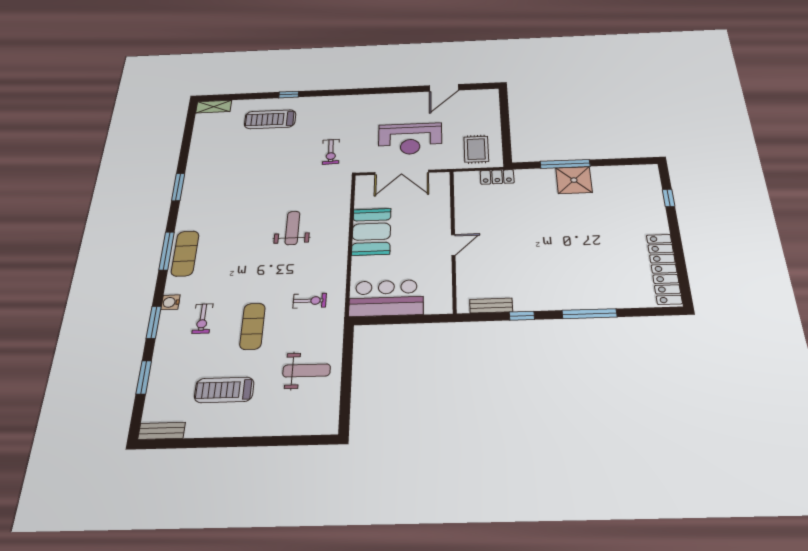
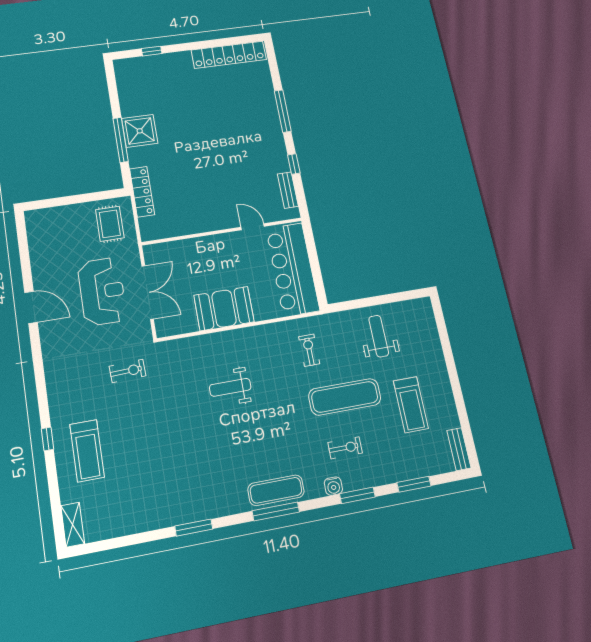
door: (444, 88) -> (31, 307), moved
rug: (476, 149) -> (110, 224), turned 90
locker: (497, 177) -> (142, 192), width x1.53
door: (453, 245) -> (253, 227), moved
bar counter: (386, 298) -> (293, 269), width x1.36
exercise mat: (253, 326) -> (345, 397), width x1.36, depth x1.45

